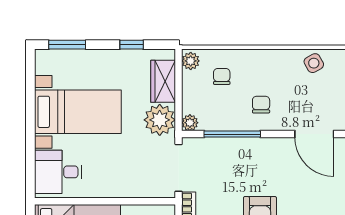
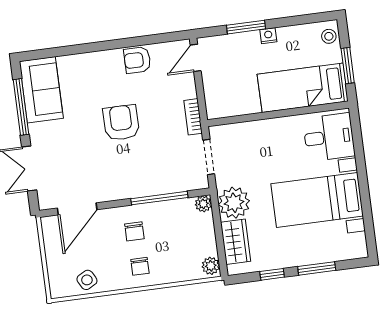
window: (67, 45) -> (317, 268), moved
chair: (222, 76) -> (140, 266), moved
door: (314, 134) -> (77, 209), swing flipped
doorway: (179, 168) -> (209, 157), width x0.73

